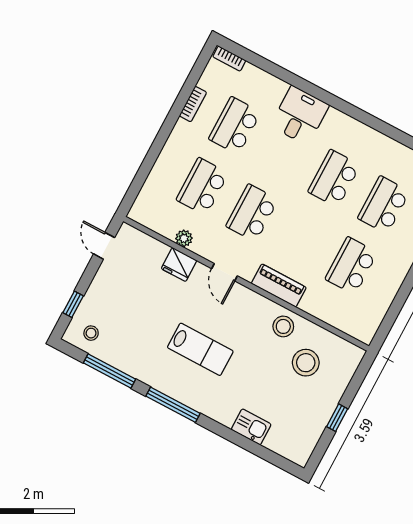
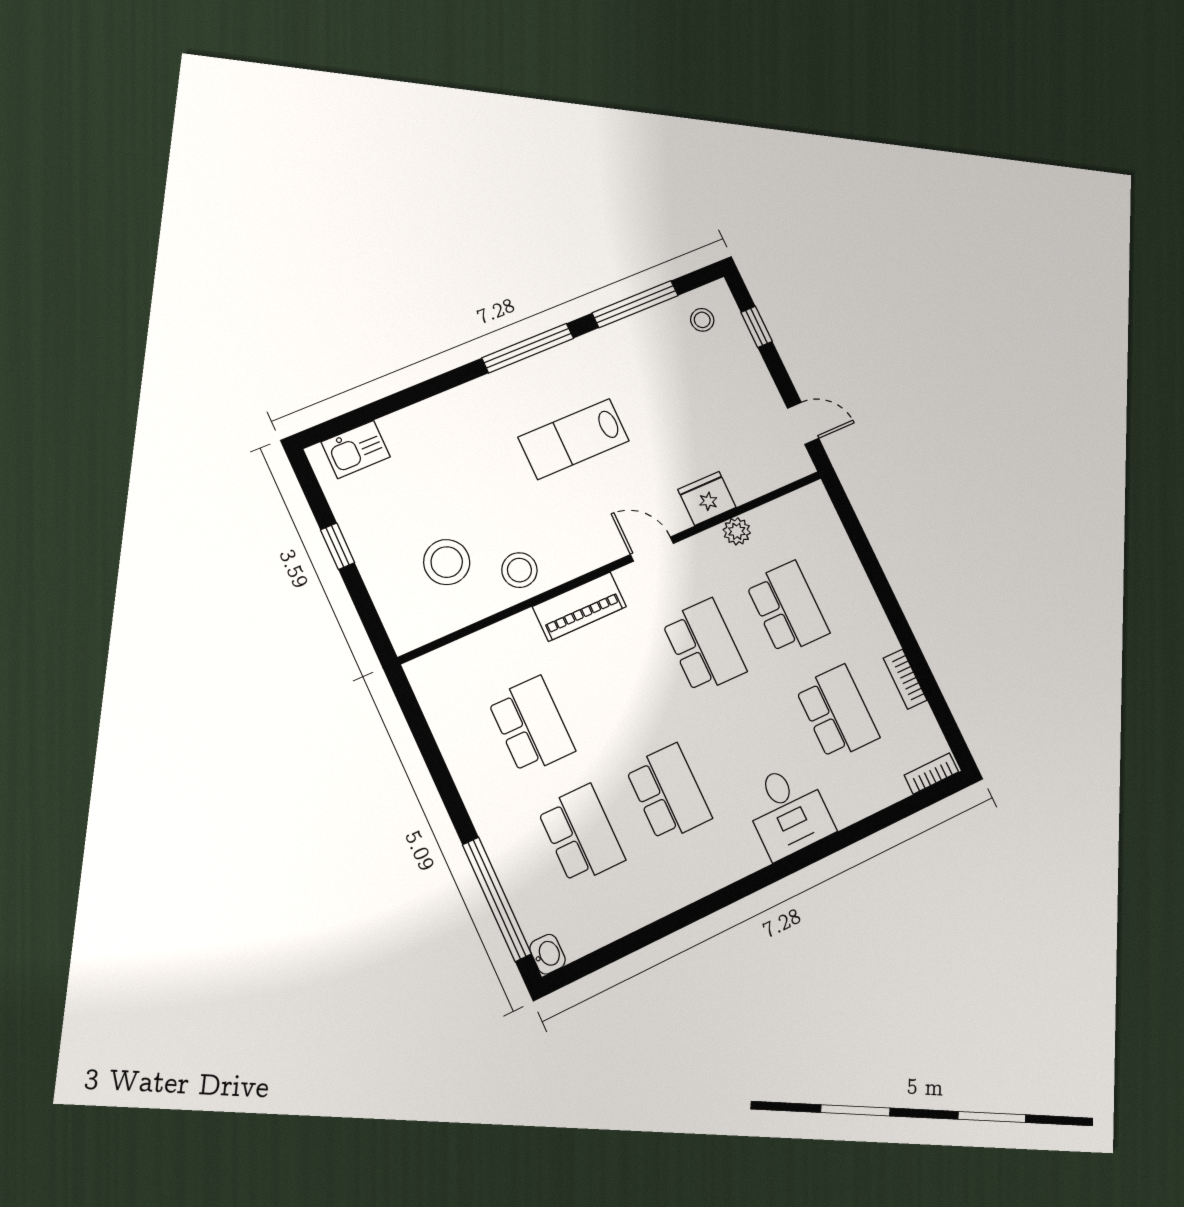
kitchen sink: (251, 427) -> (356, 449), moved

